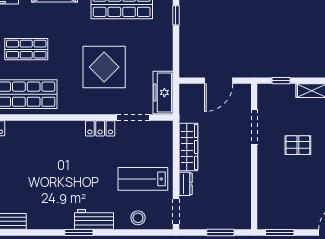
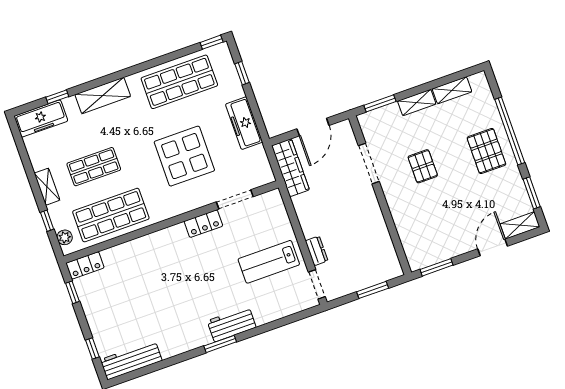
window: (281, 81) -> (380, 103), width x1.50
freezer: (163, 93) -> (244, 123), moved
pallet: (298, 145) -> (423, 166), turned 90
wardrobe: (188, 147) -> (290, 168), moved
stool: (138, 218) -> (278, 306), removed

